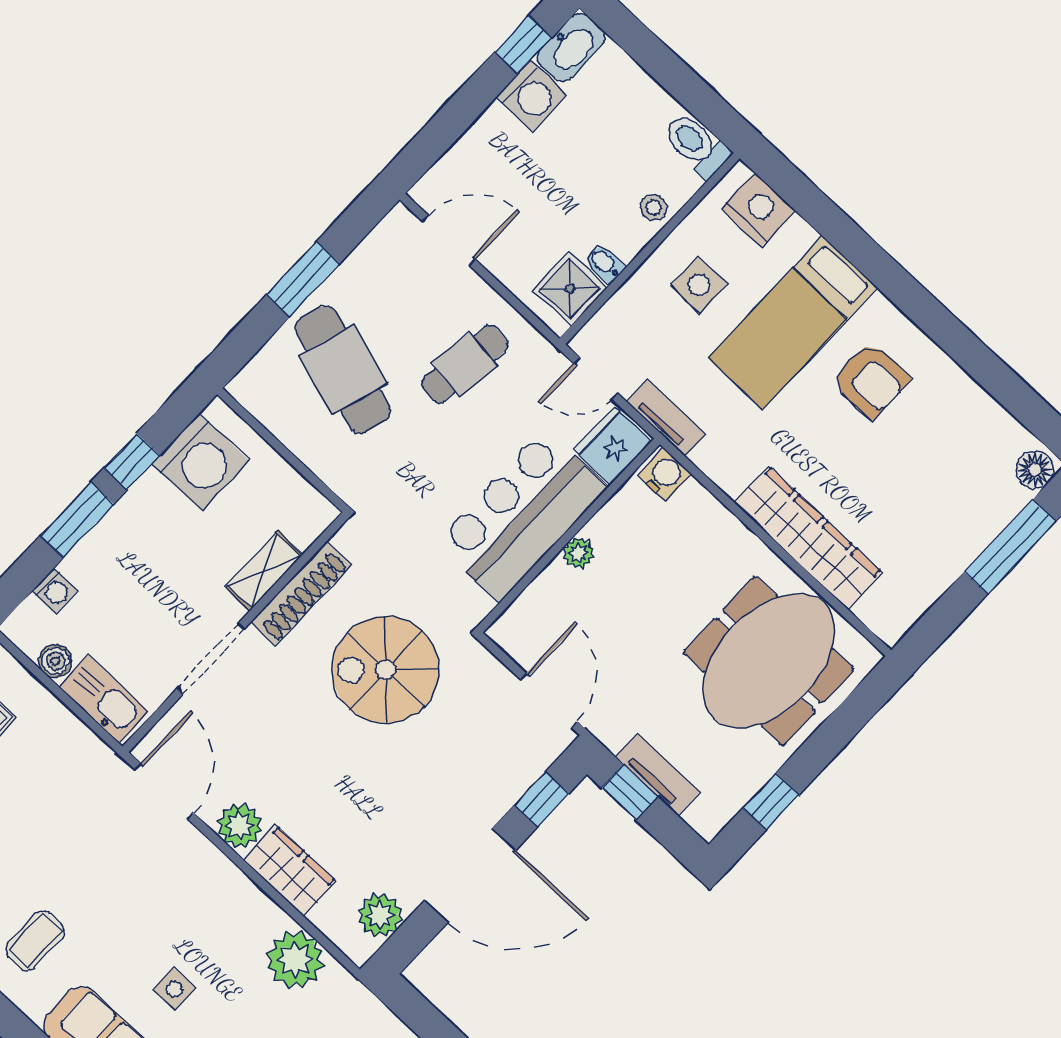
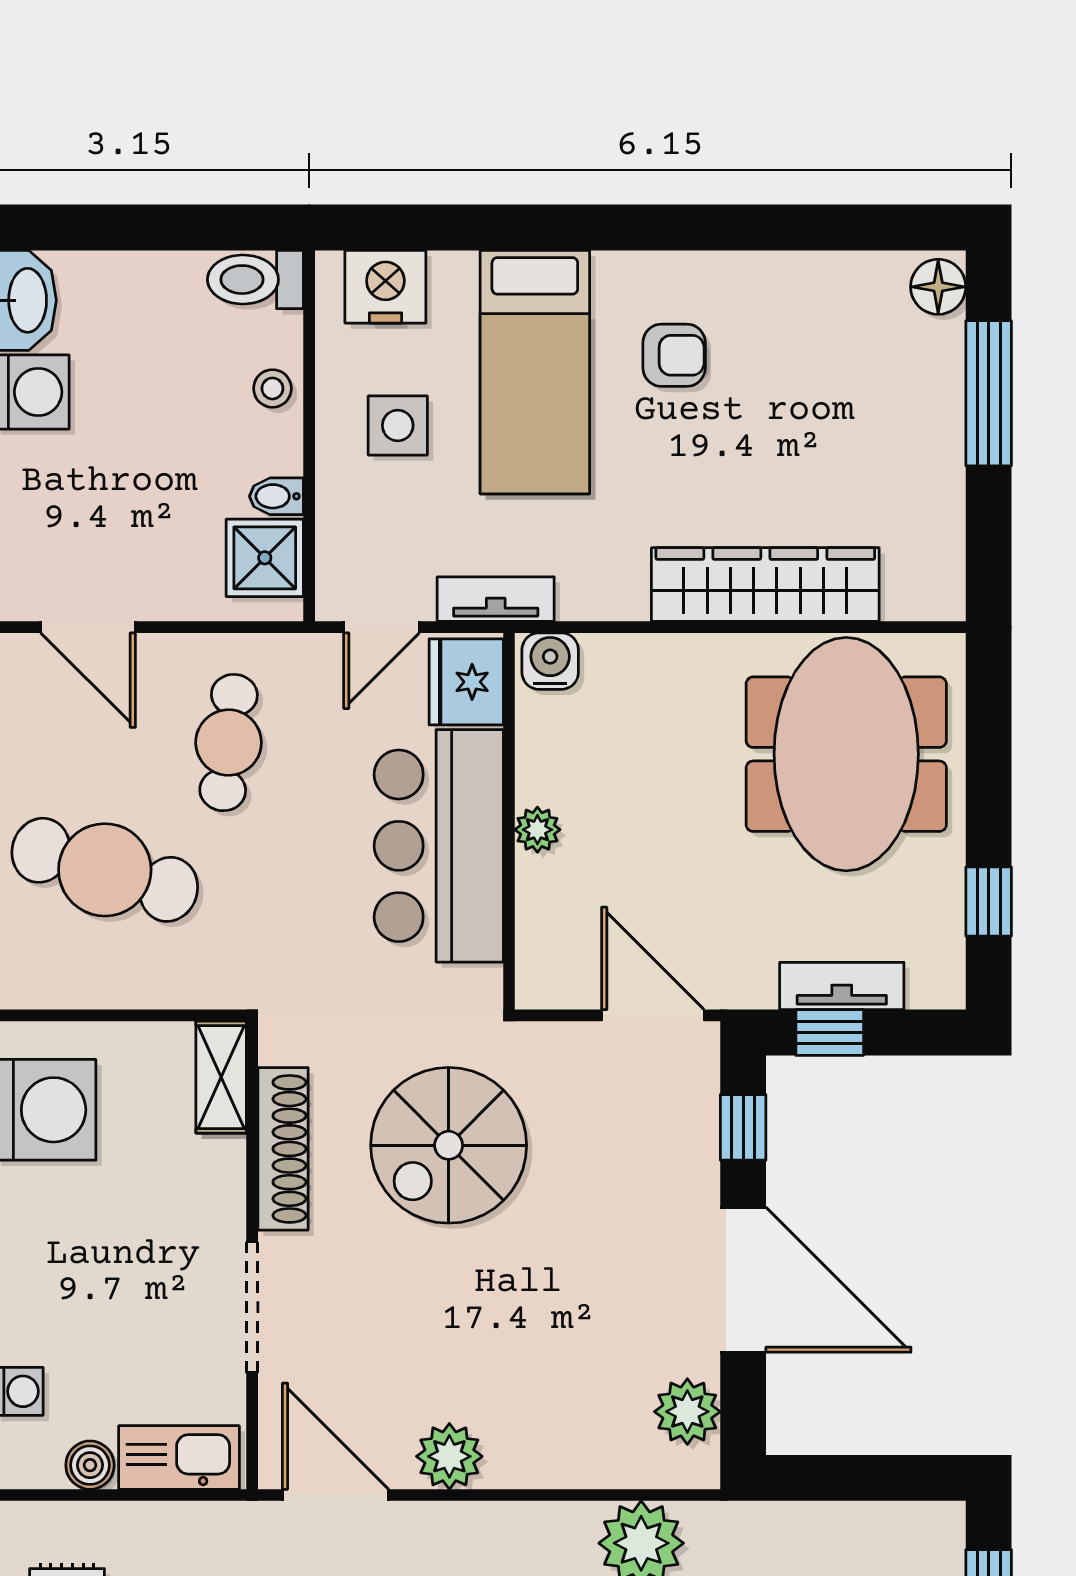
door: (449, 240) -> (88, 627), swing flipped
armchair: (870, 380) -> (674, 355), width x0.72, depth x0.72
shelving: (264, 571) -> (221, 1077), moved
wardrobe: (290, 871) -> (547, 1454), removed
door: (470, 875) -> (743, 1280), hinge flipped

